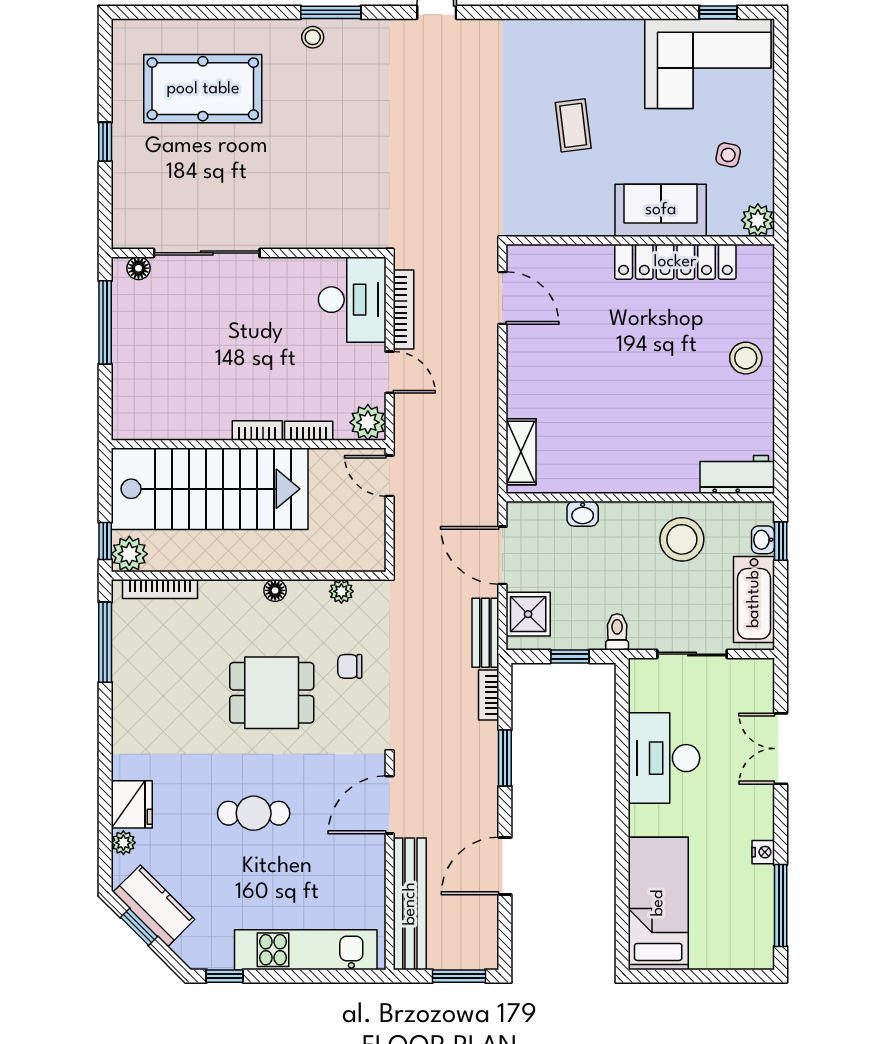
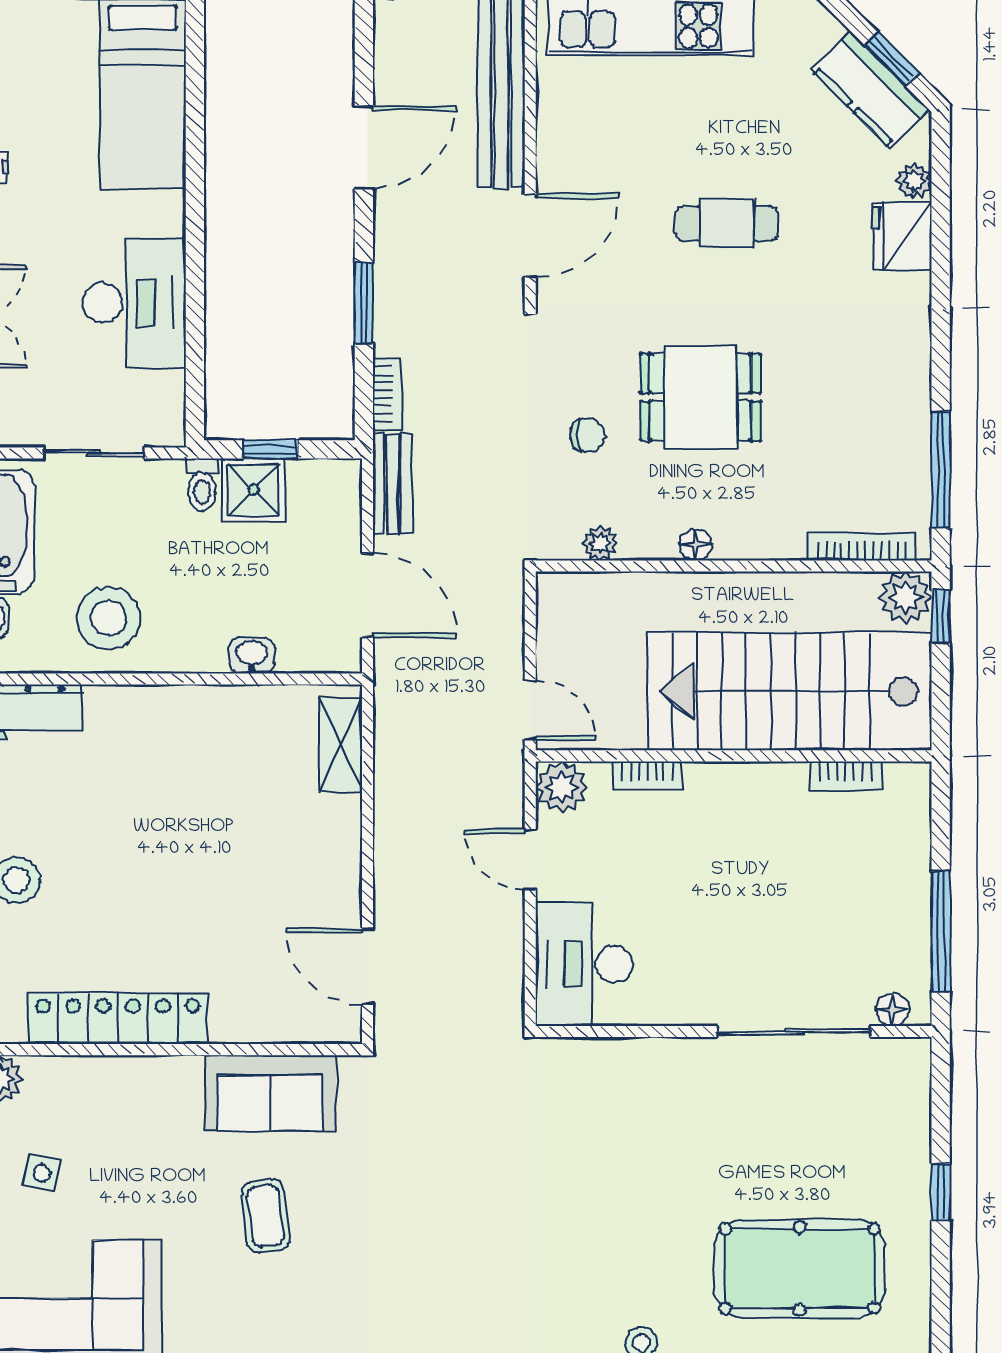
sofa: (661, 210) -> (270, 1093), moved
bookcase: (404, 310) -> (510, 950), removed
bookcase: (257, 430) -> (846, 776), moved
shower: (528, 614) -> (254, 490), moved

